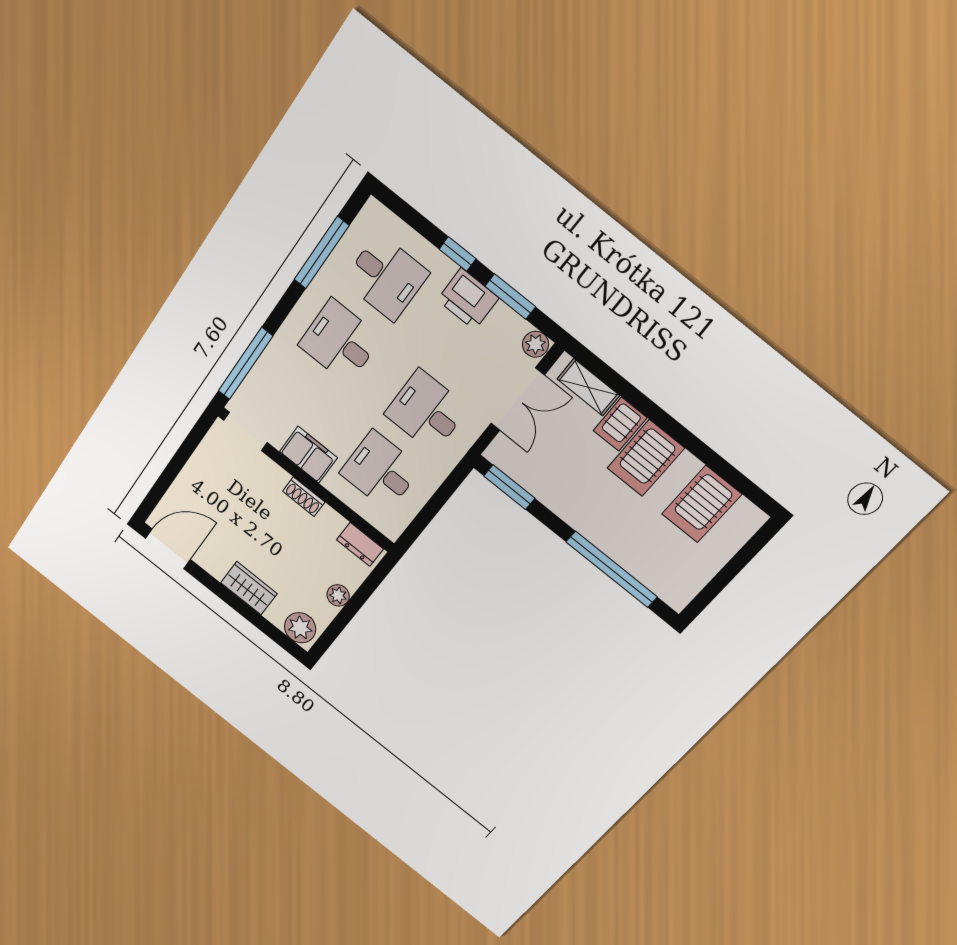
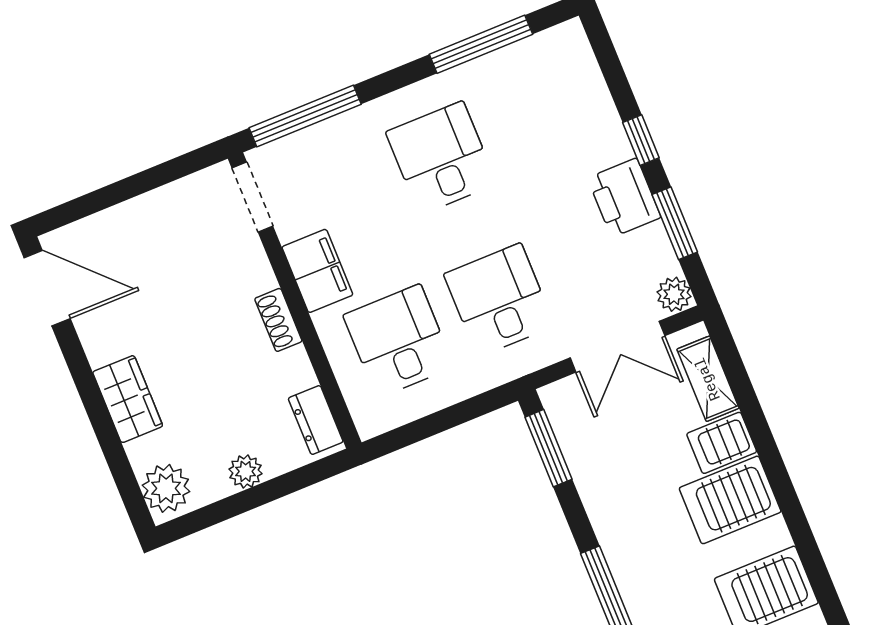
desk: (386, 277) -> (542, 117), removed

